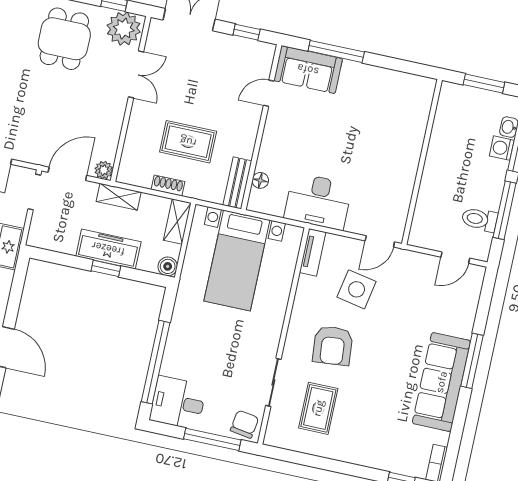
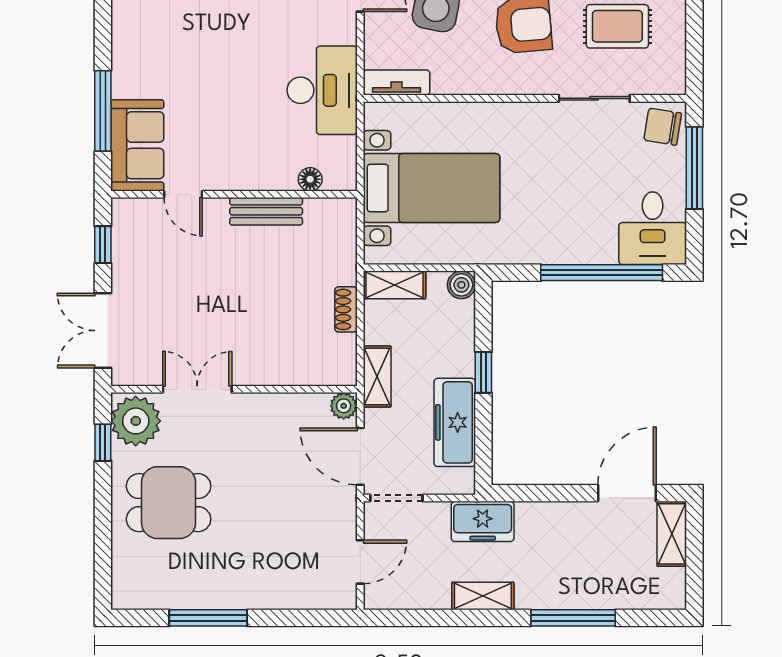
rug: (188, 142) -> (277, 294), removed
bench: (237, 183) -> (266, 211), moved
freezer: (108, 249) -> (455, 422), moved

